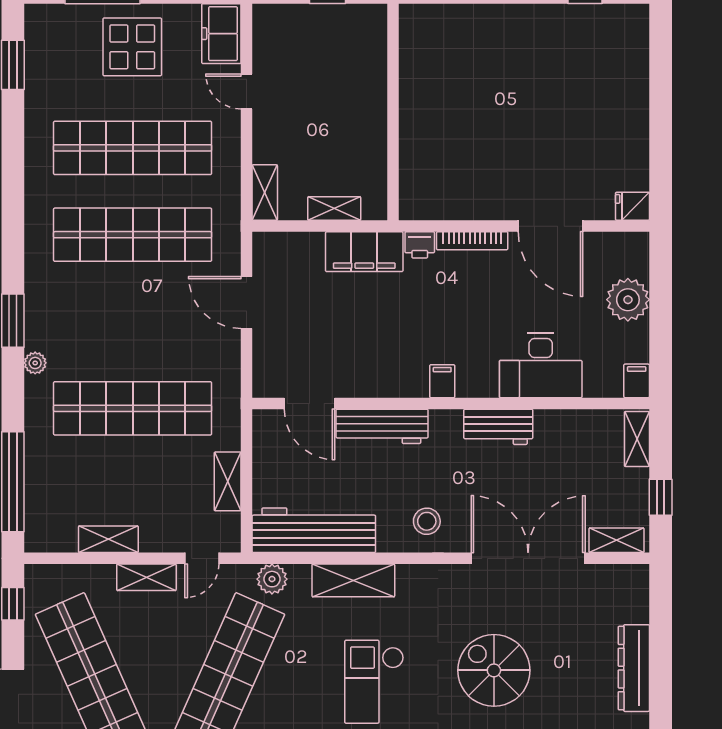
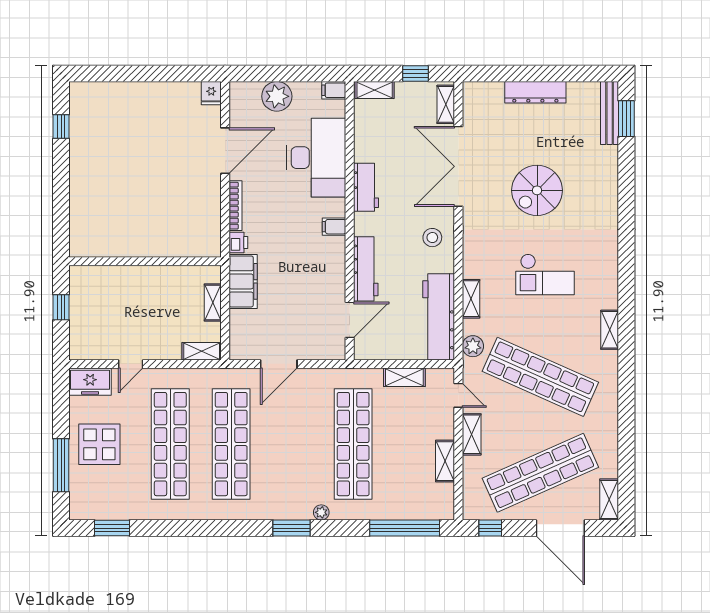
desk: (541, 365) -> (316, 158), width x1.36, depth x1.30
shelving: (353, 580) -> (471, 299), width x0.67, depth x0.75

